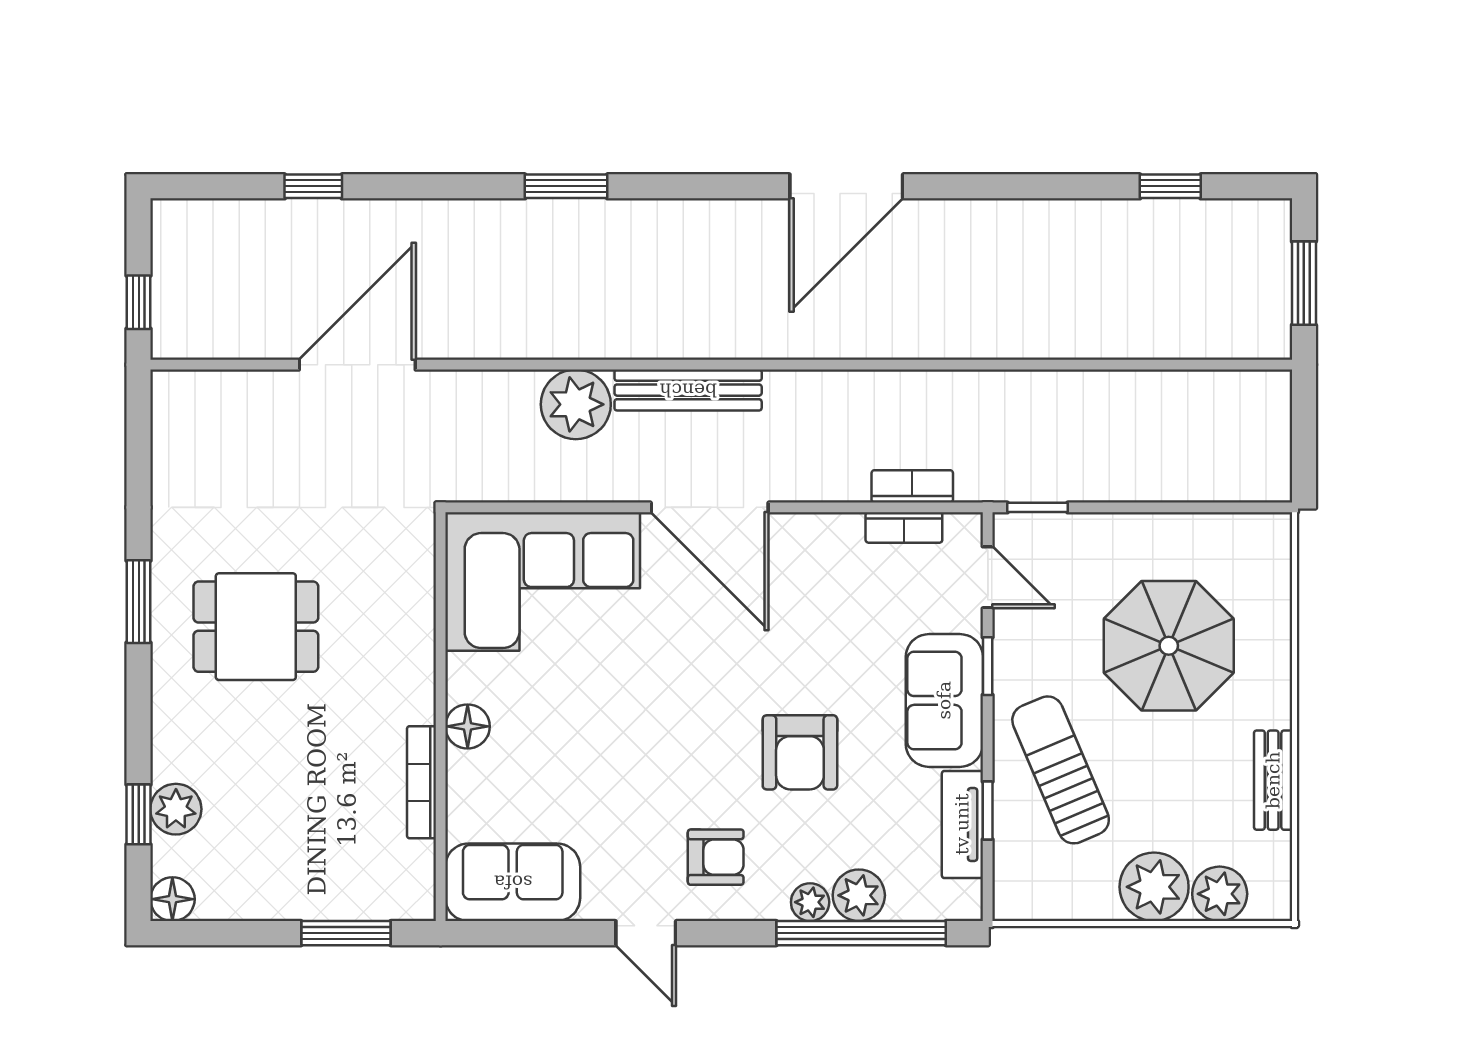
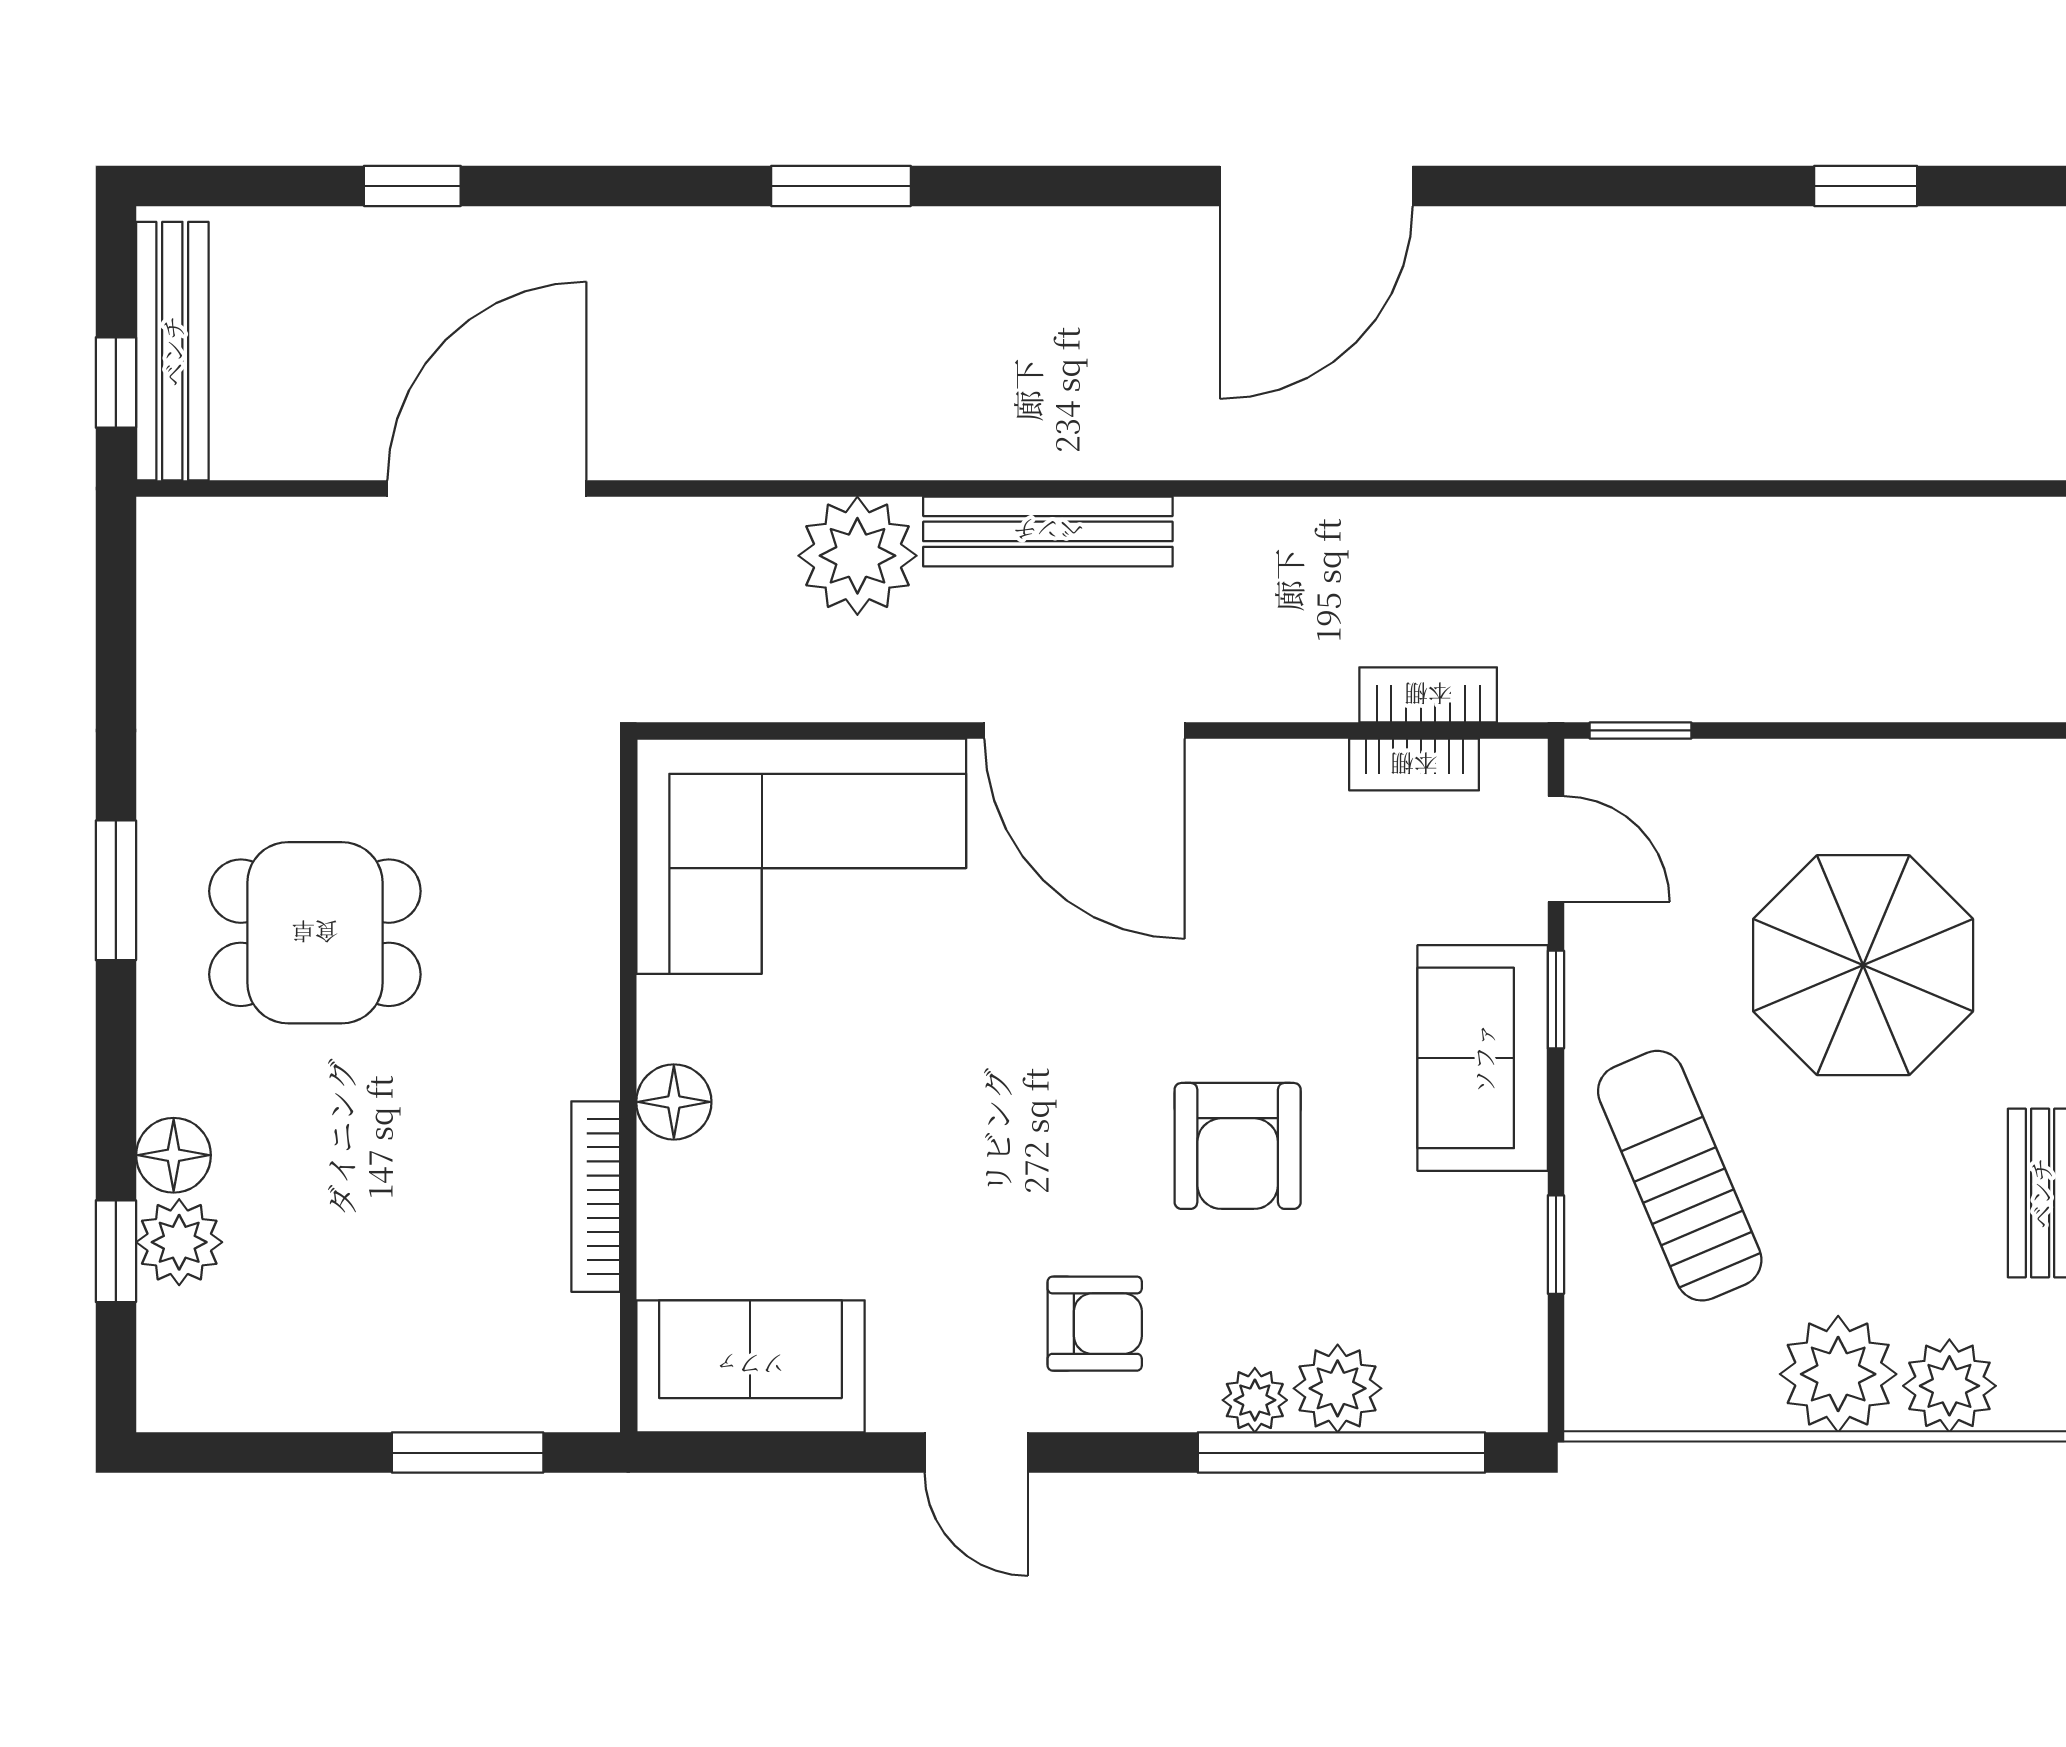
bench: (172, 284) -> (172, 351), added
tv unit: (962, 824) -> (1513, 1268), removed
floor lamp: (172, 899) -> (174, 1155), moved

